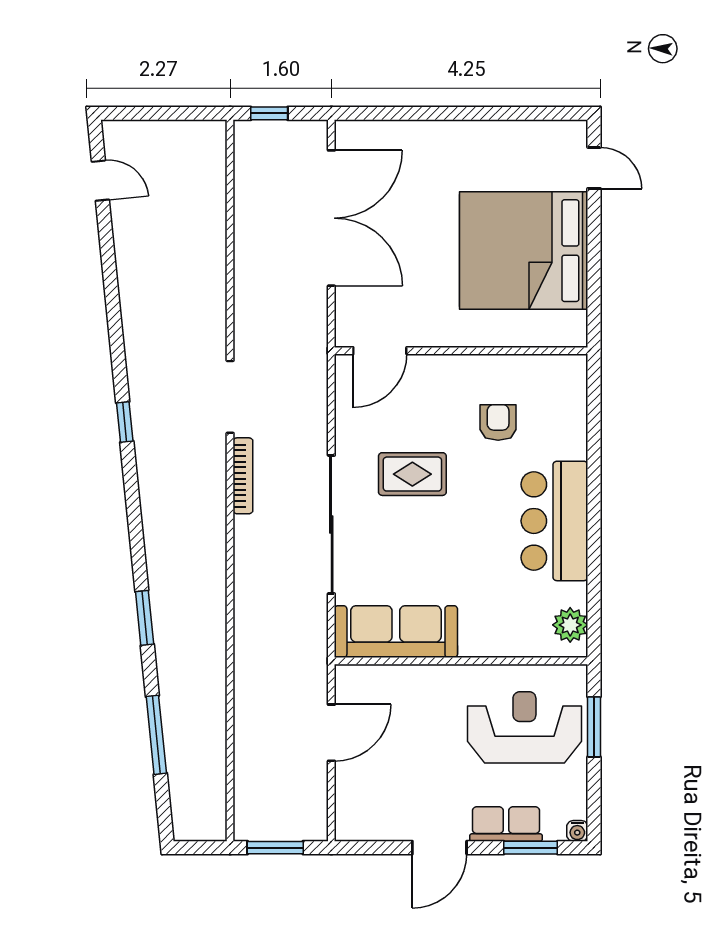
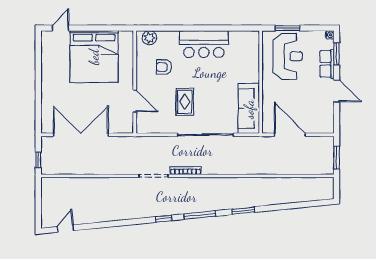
door: (380, 351) -> (135, 101), moved
plant: (570, 625) -> (149, 38), moved
reception desk: (524, 727) -> (288, 56), turned 180
door: (331, 733) -> (290, 135), width x1.36
window: (156, 735) -> (200, 215), moved

